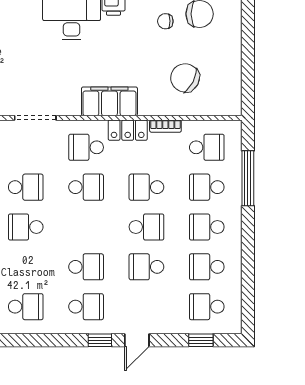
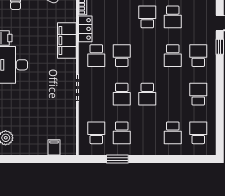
school desk: (26, 187) -> (122, 94), turned 180
school desk: (146, 187) -> (122, 17), removed
school desk: (86, 267) -> (173, 56), turned 180

